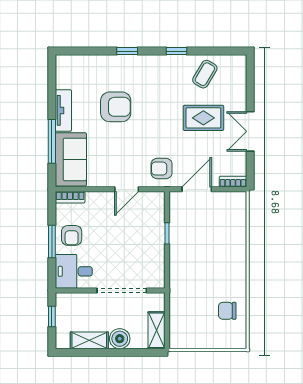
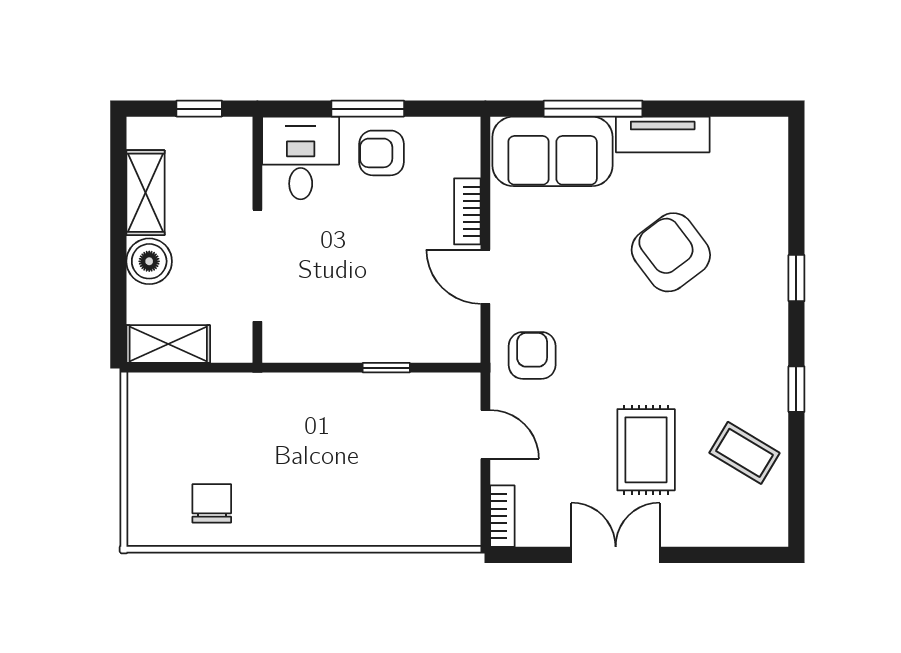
armchair: (116, 107) -> (671, 252), turned 143
door: (197, 189) -> (485, 434), width x0.73
bookcase: (70, 197) -> (467, 211), moved

